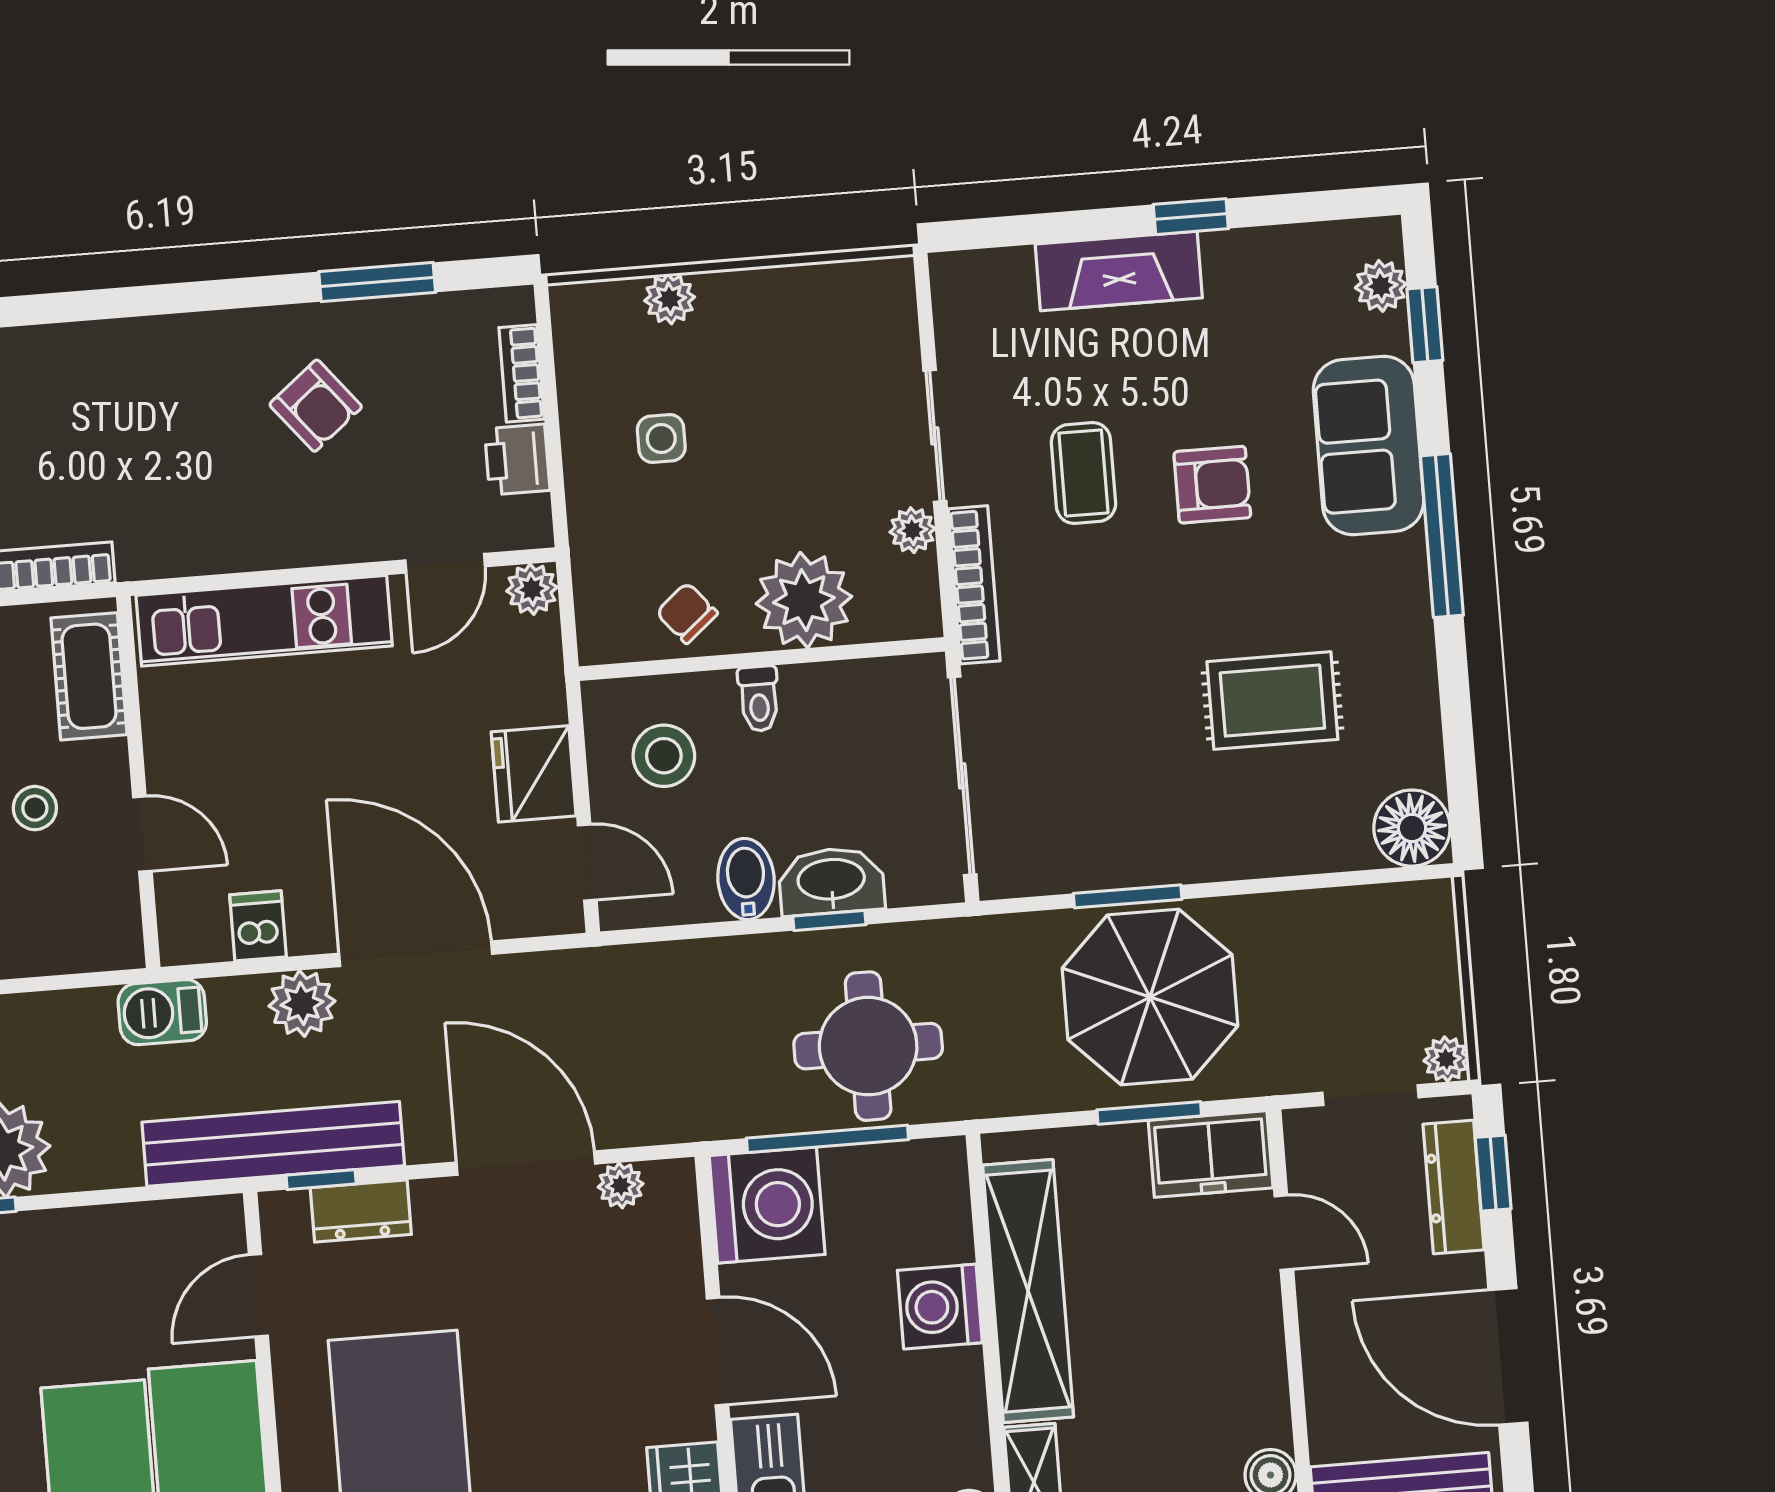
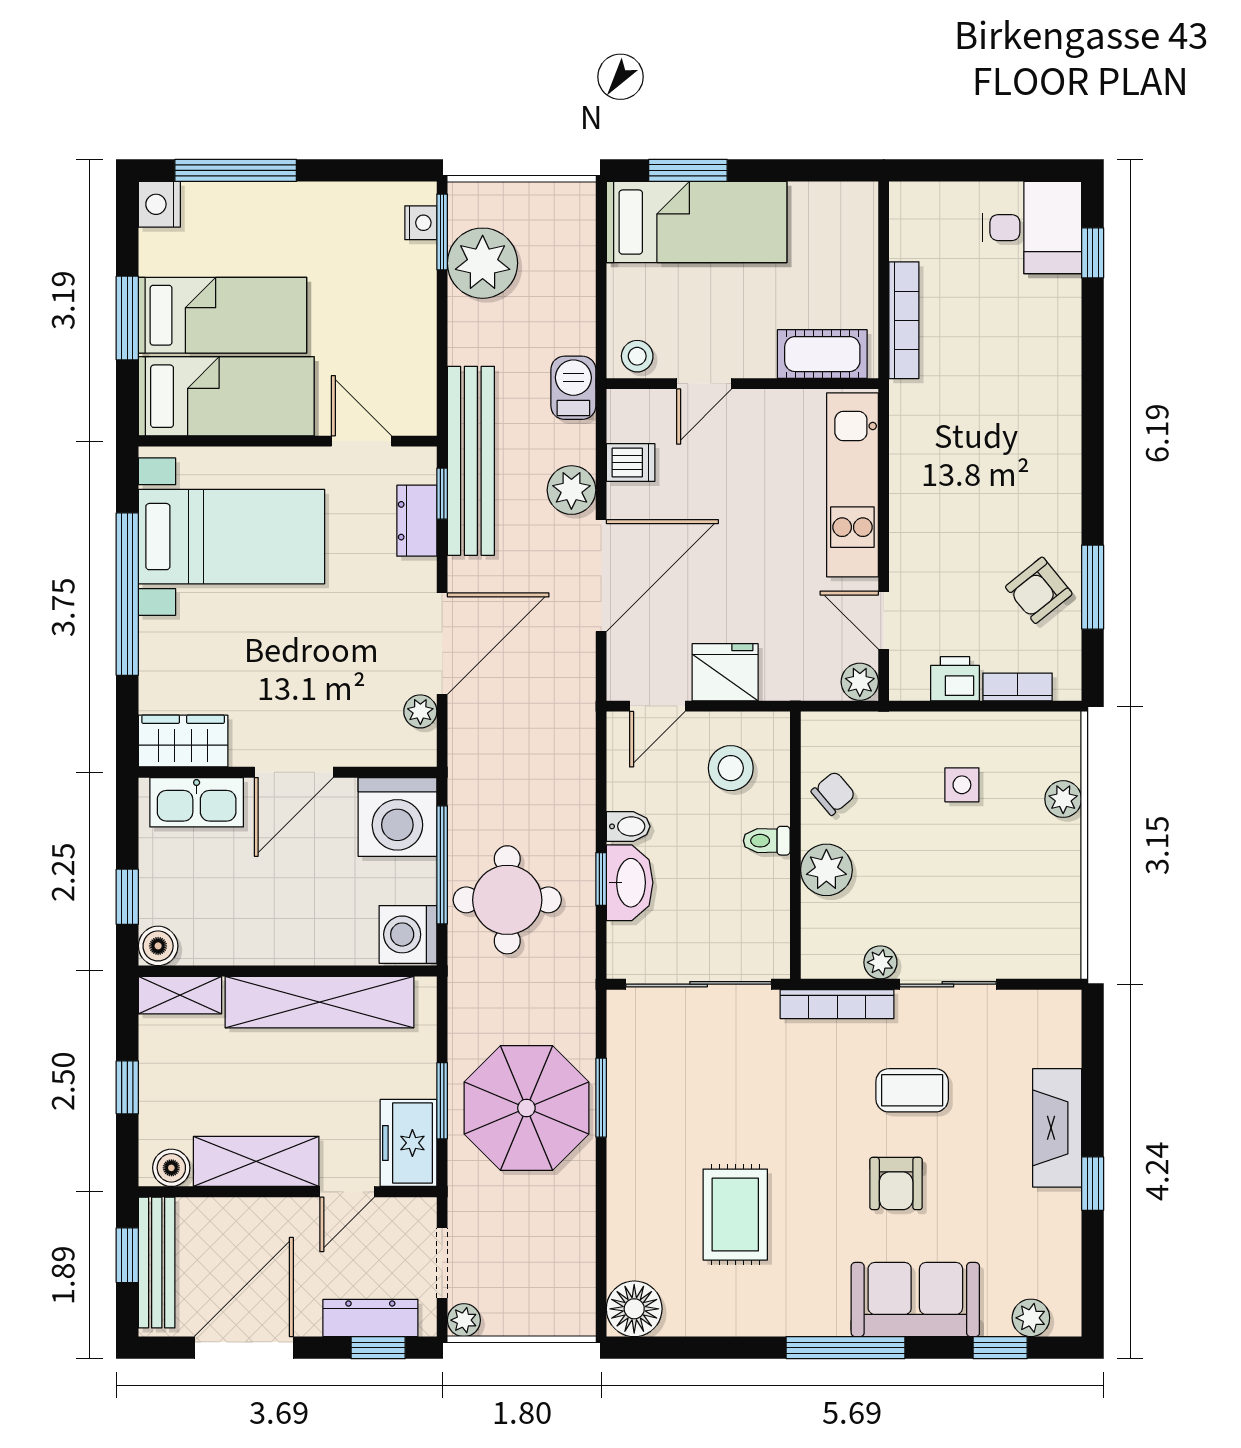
armchair: (316, 406) -> (1039, 590), moved
plant: (804, 600) -> (826, 870), width x0.73, depth x0.73
stool: (35, 808) -> (637, 356), moved
bidet: (746, 879) -> (628, 826), width x0.72, depth x0.74
washing machine: (940, 1307) -> (408, 934), moved, turned -90
shelving: (1252, 1360) -> (256, 1161), added

